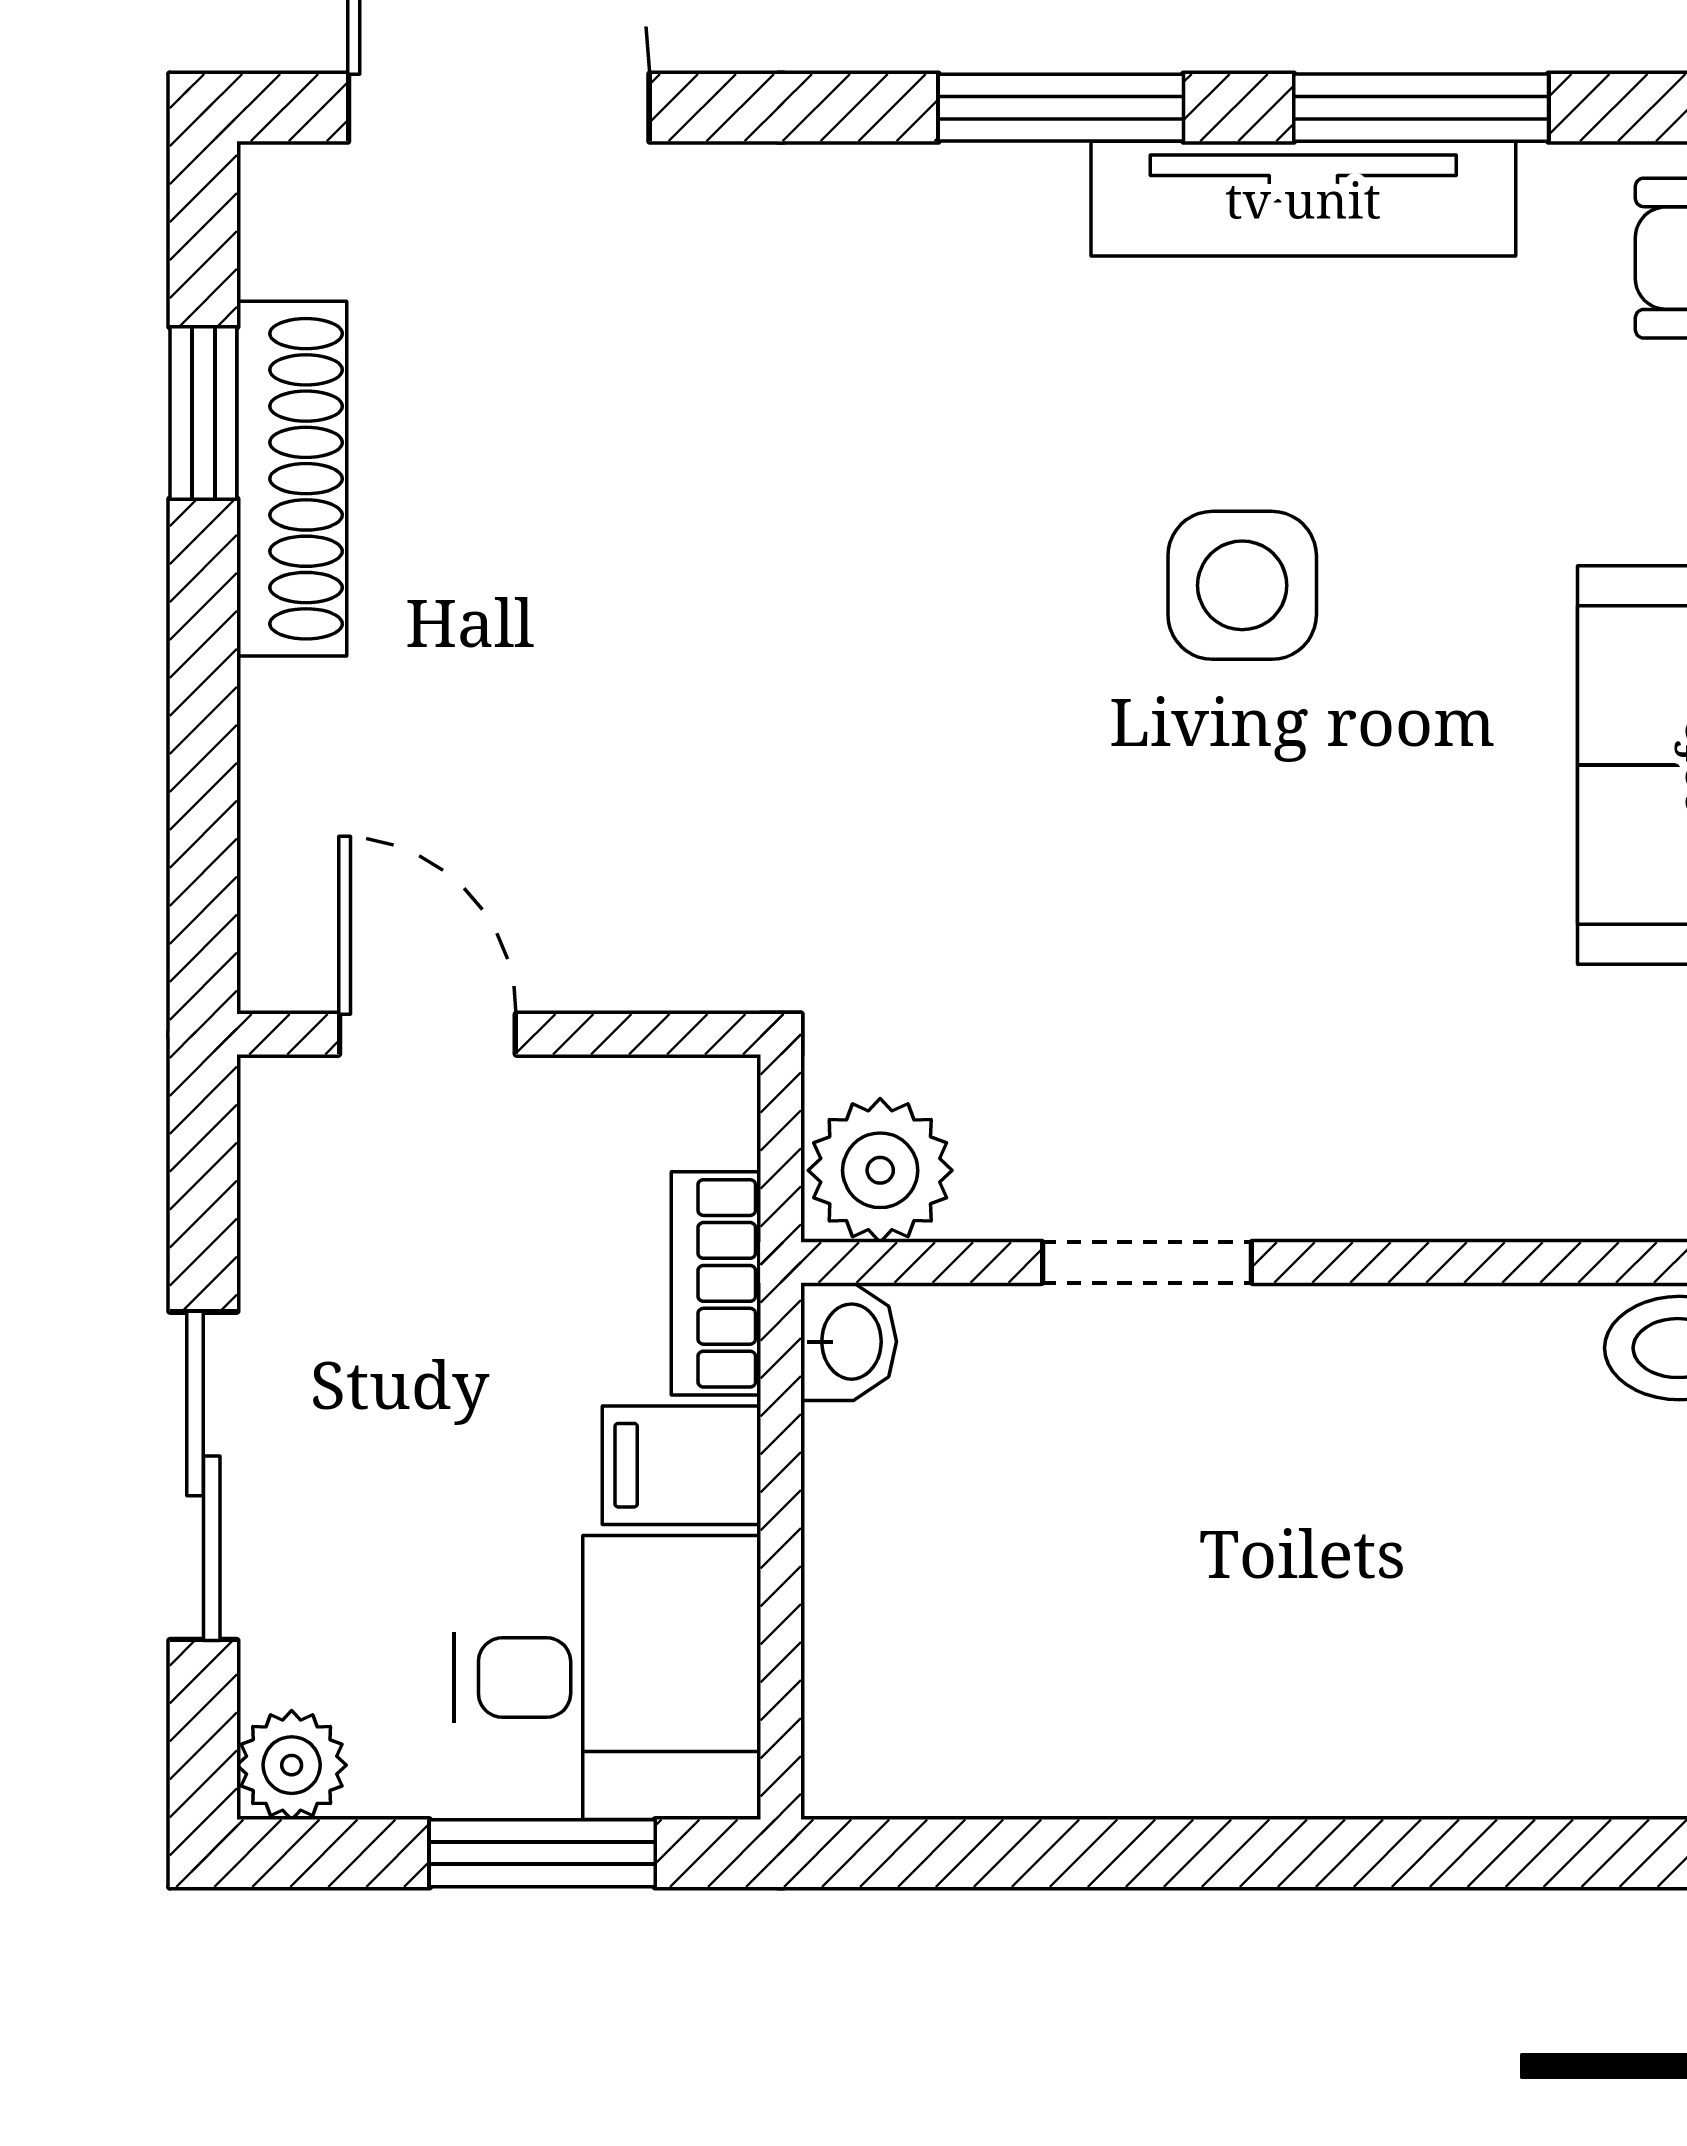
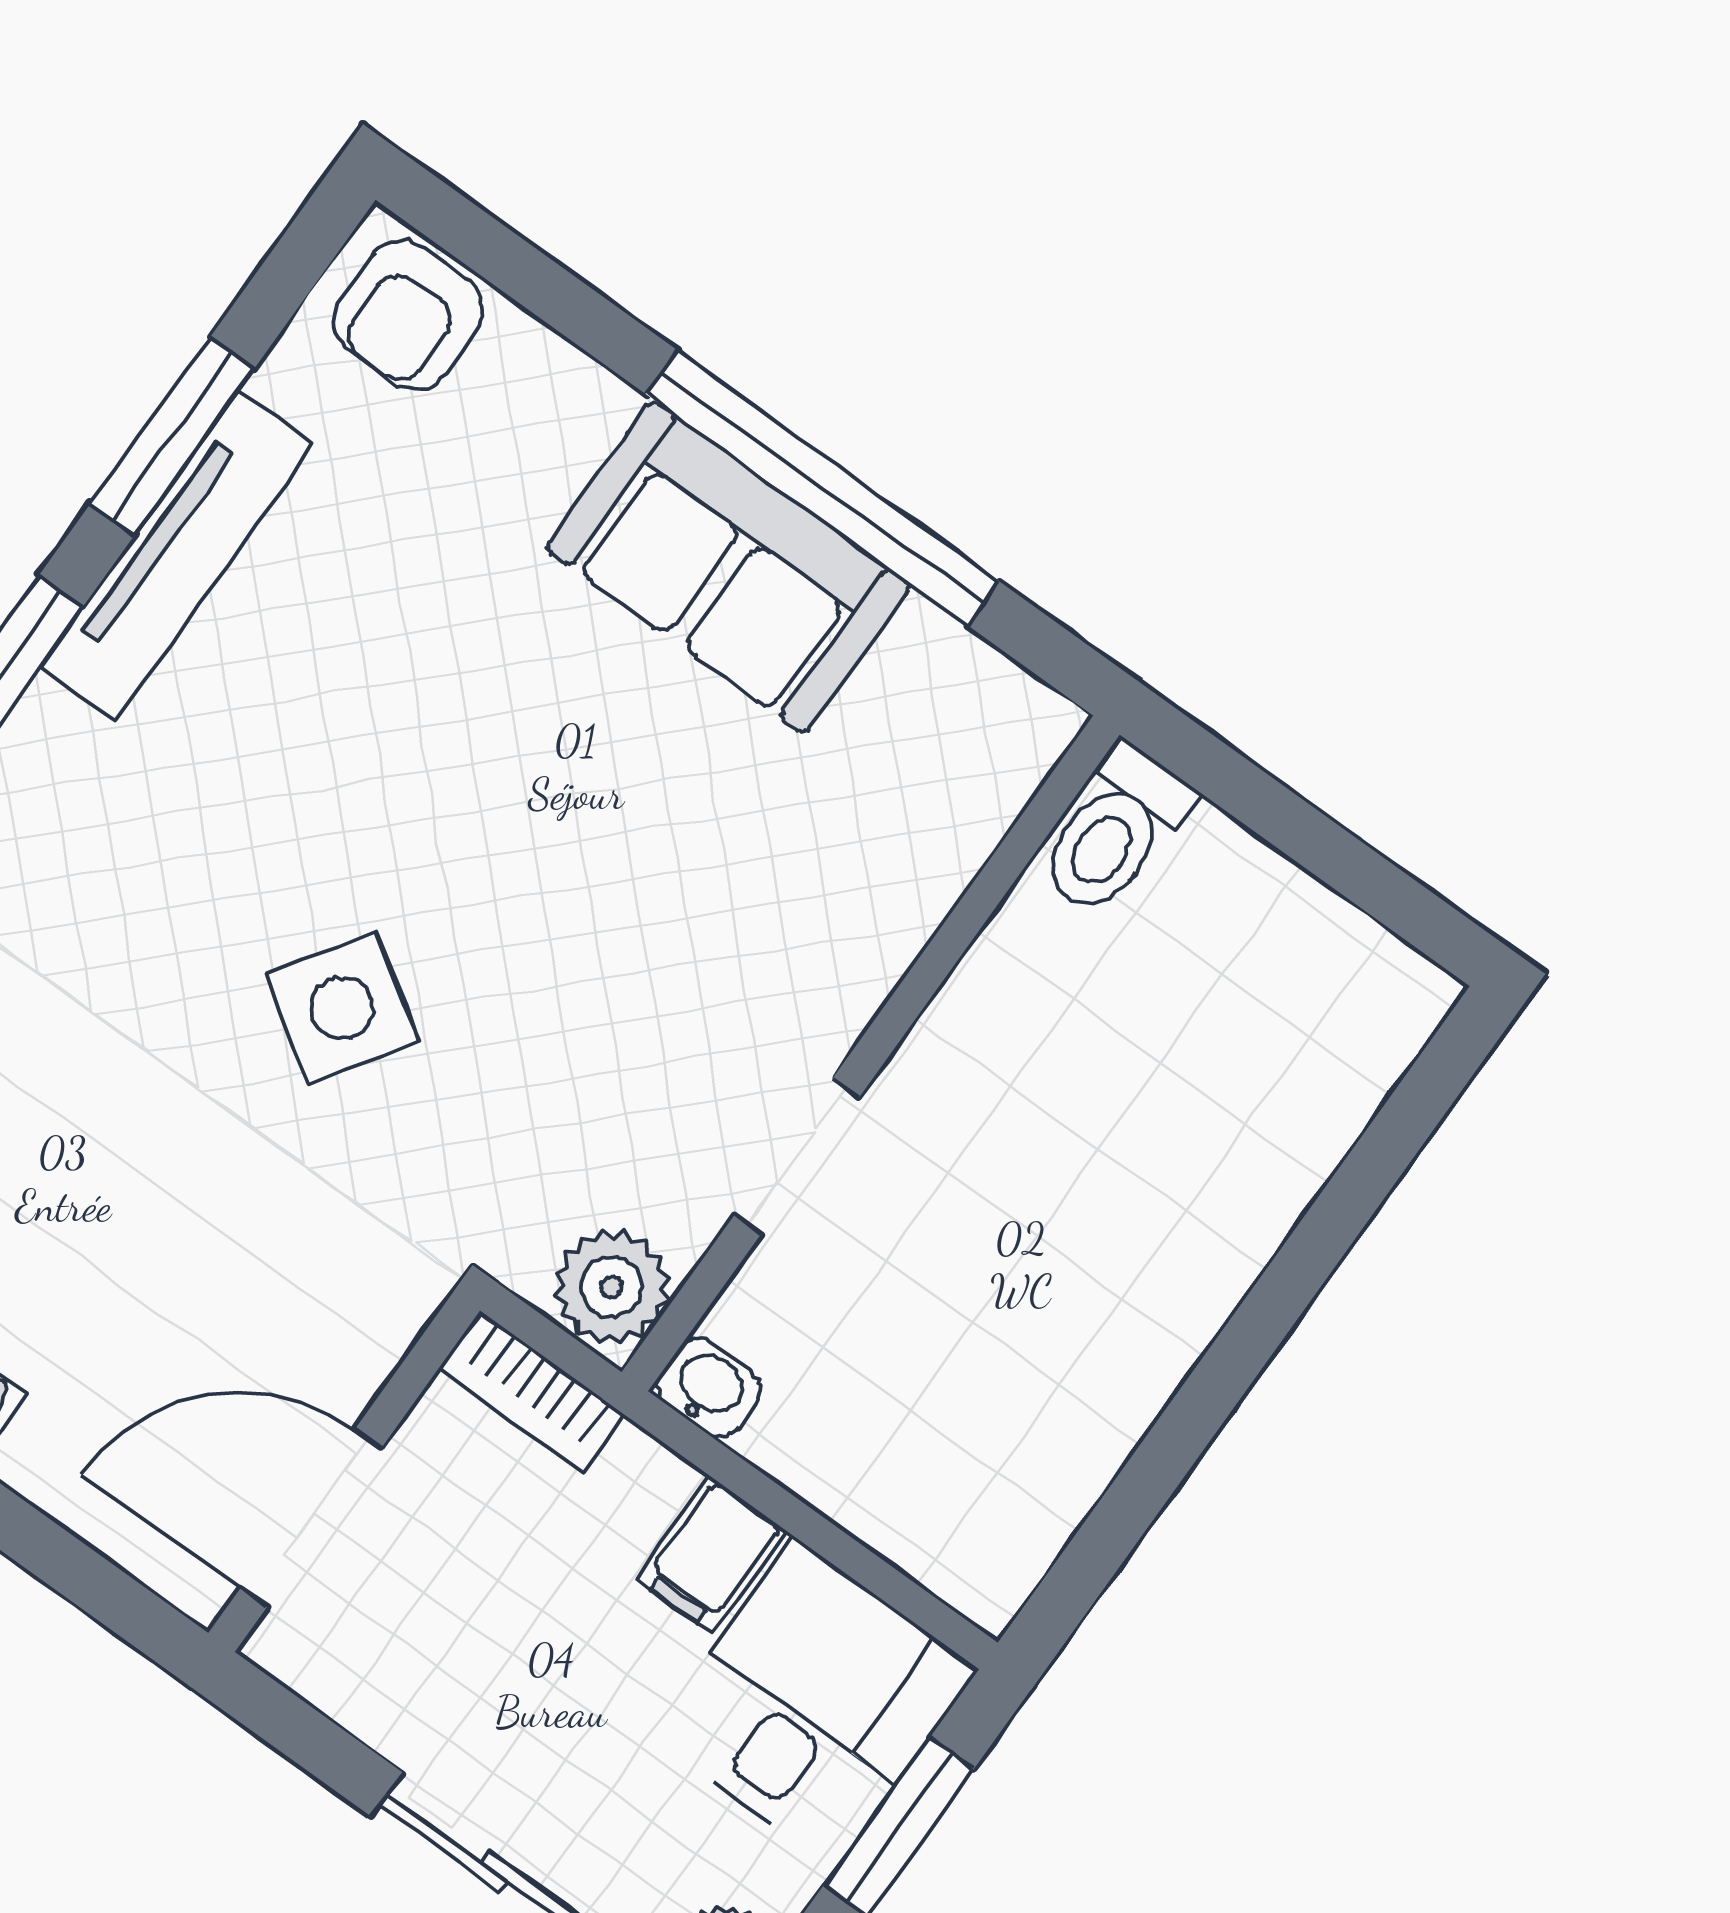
side table: (1242, 585) -> (342, 1008), moved, turned 33
door: (427, 1034) -> (311, 1518), width x1.38
bookcase: (716, 1283) -> (532, 1392), moved

